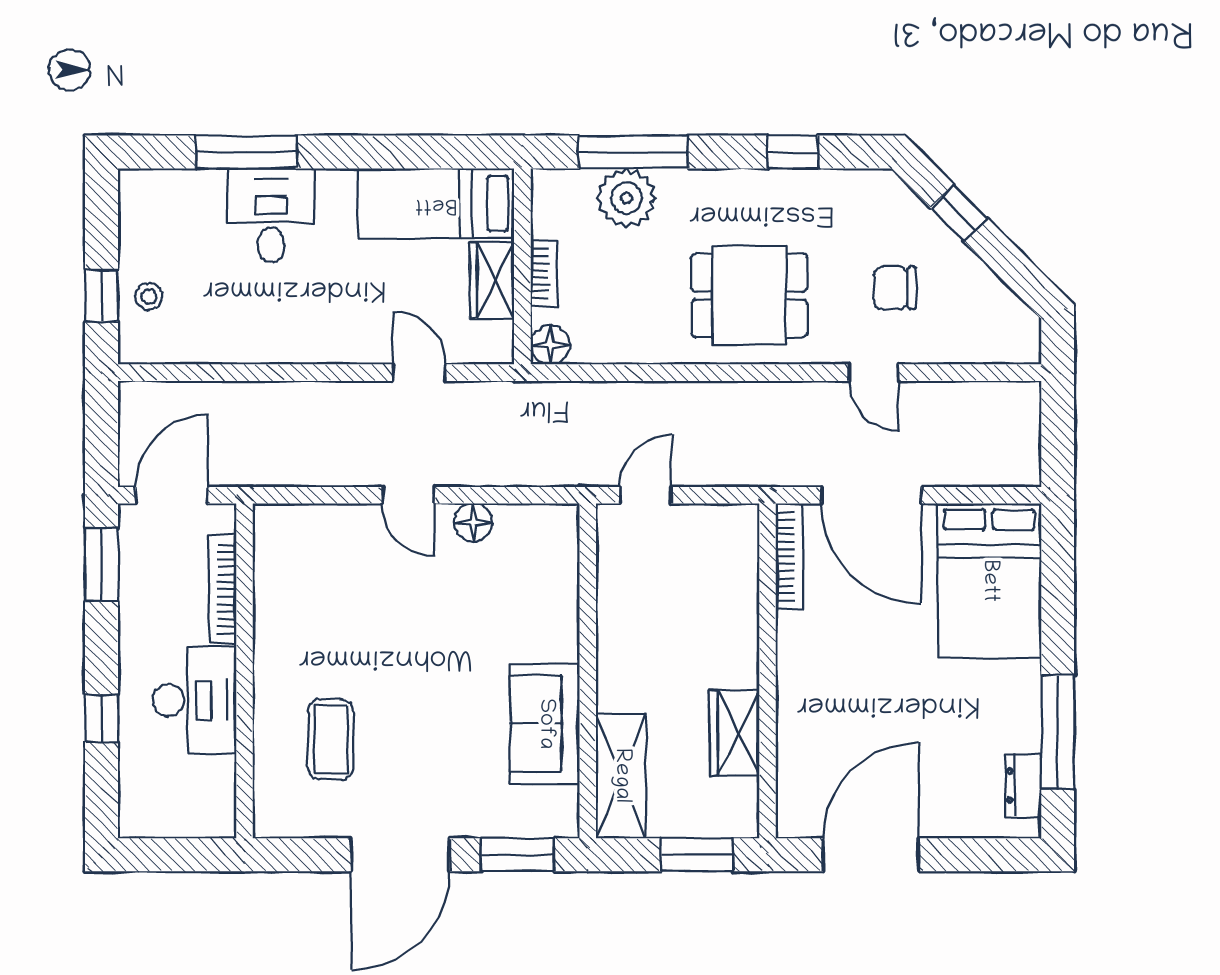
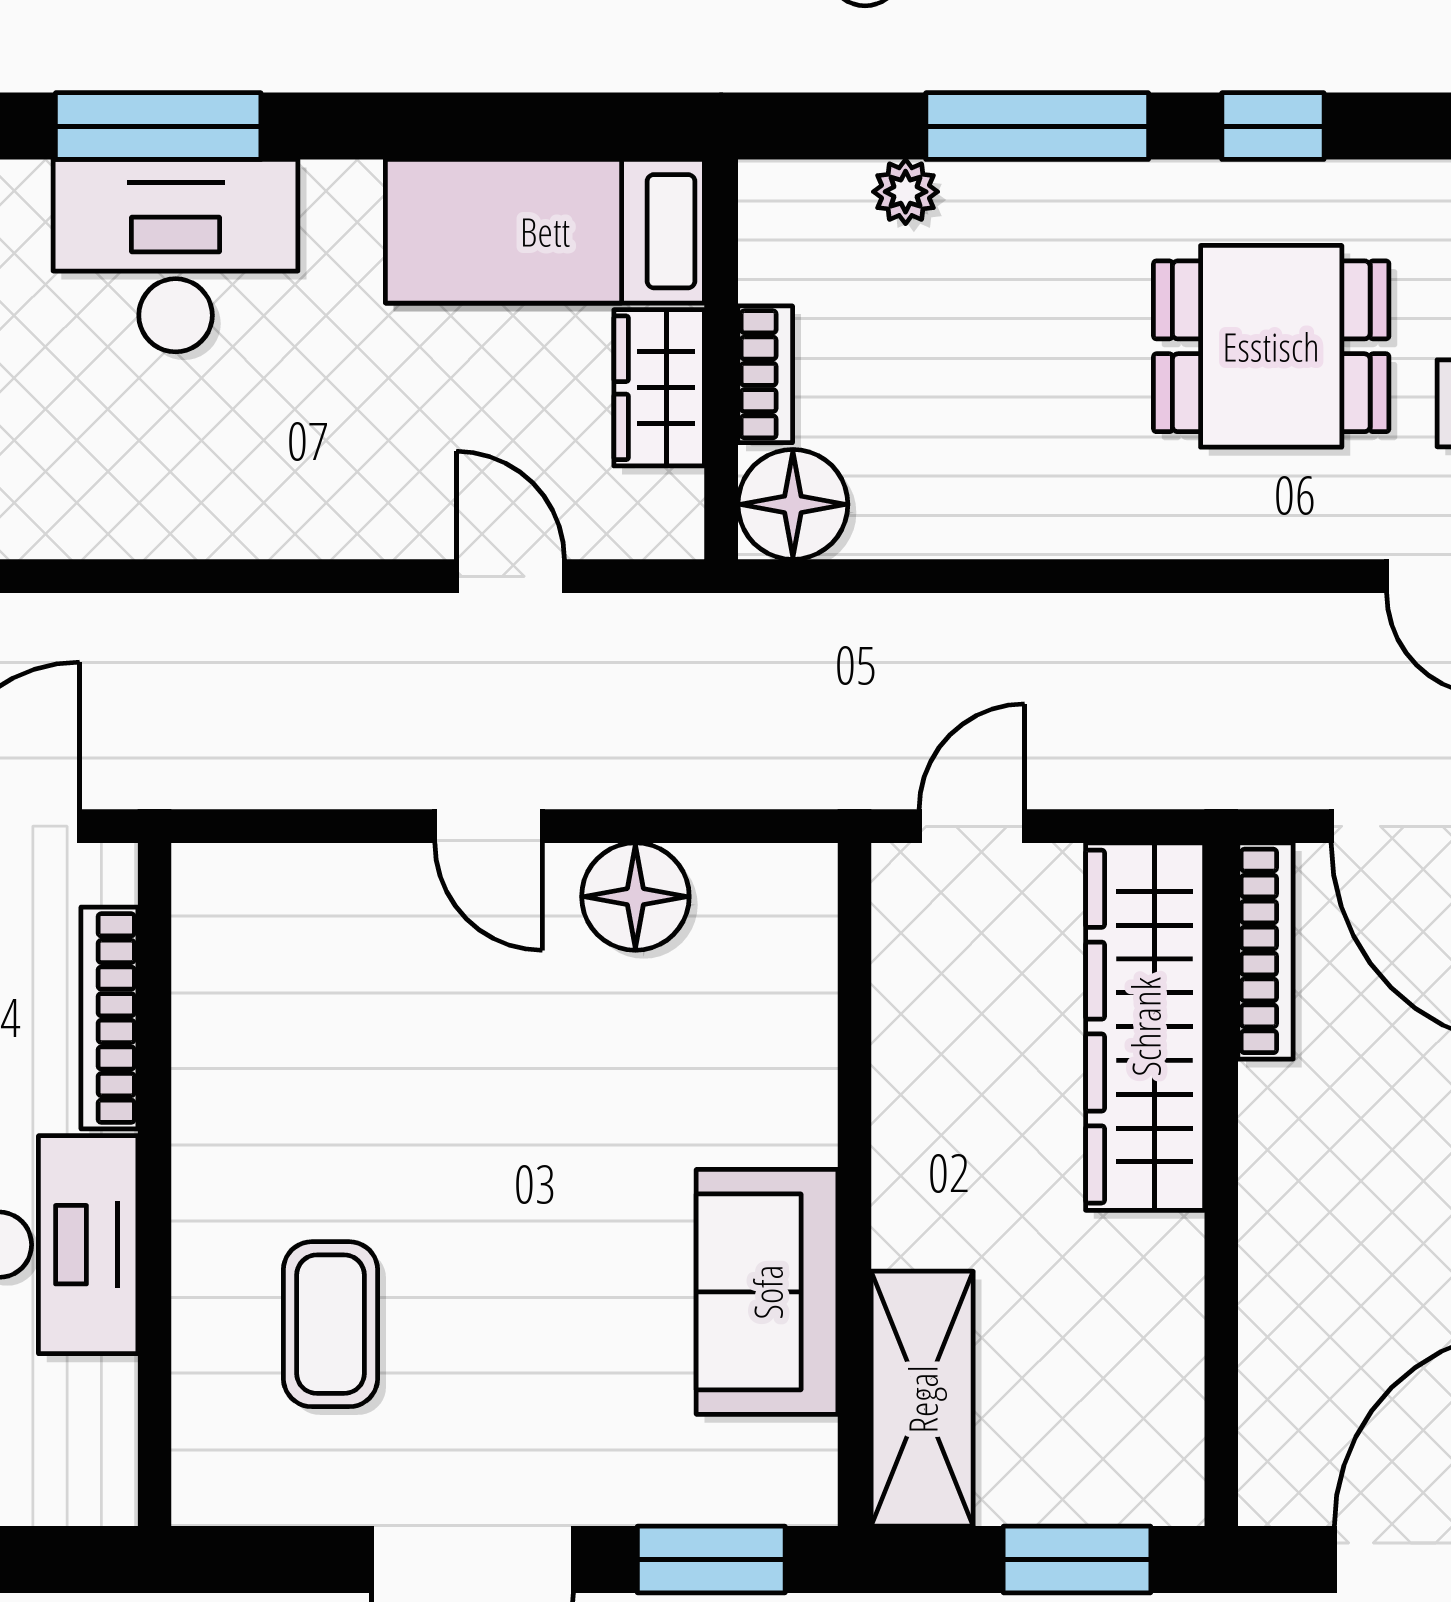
window: (634, 152) -> (1037, 126), moved
plant: (627, 198) -> (906, 192), width x0.53, depth x0.53
desk: (271, 216) -> (176, 256), width x1.37
dining table: (749, 295) -> (1271, 346), moved
floor lamp: (550, 345) -> (793, 504), width x1.38, depth x1.38
floor lamp: (473, 523) -> (635, 897), width x1.38, depth x1.38
wardrobe: (734, 733) -> (1145, 1027), moved, width x2.10, depth x1.17

